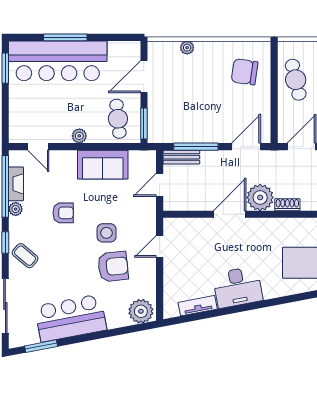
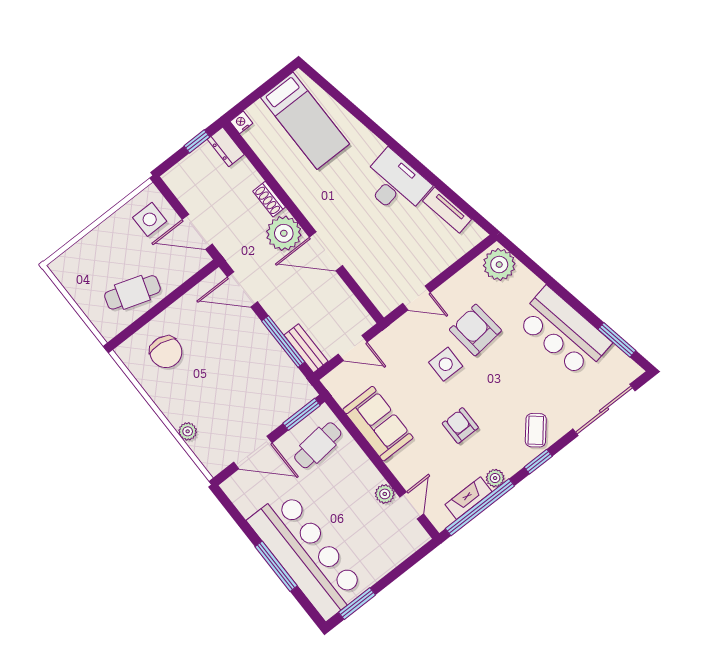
cafe table: (296, 80) -> (132, 292), turned 31
plant: (79, 136) -> (385, 494), moved

